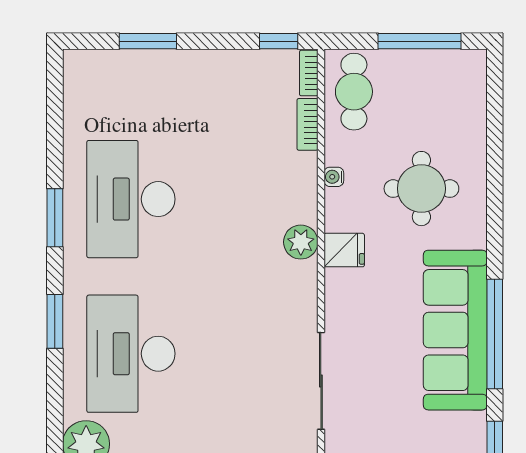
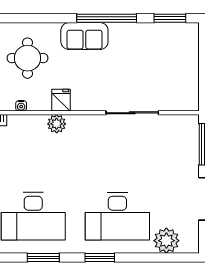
sofa: (455, 330) -> (84, 36), width x0.54, depth x0.79

